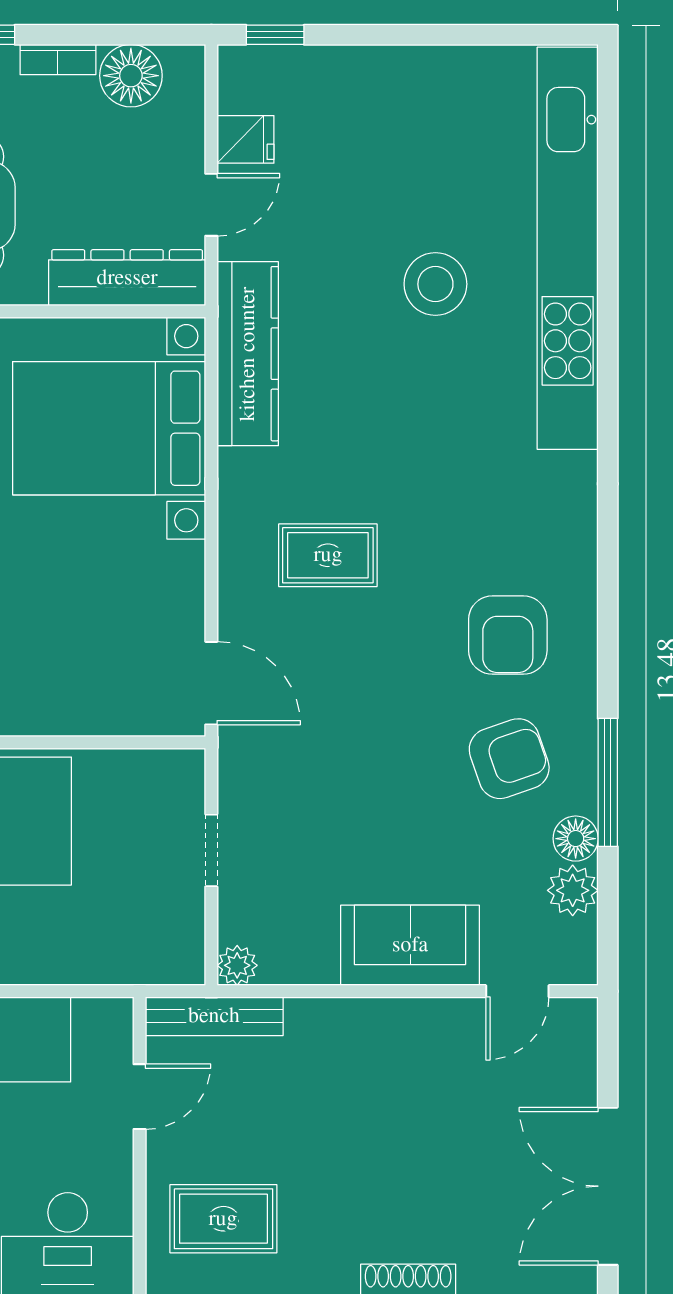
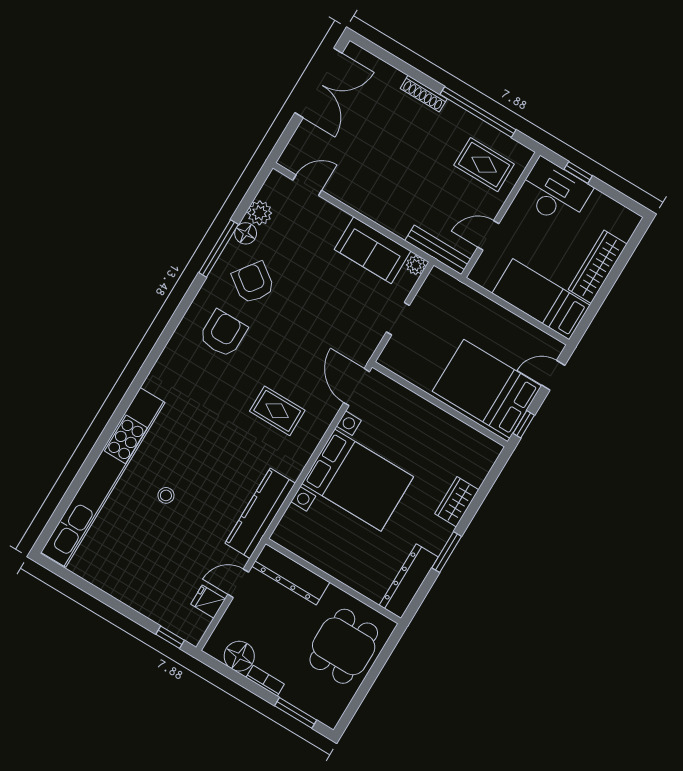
stool: (435, 284) -> (166, 495), width x0.53, depth x0.53
bed with nightstands: (109, 428) -> (358, 480), moved
armchair: (509, 759) -> (253, 283), turned 55
sofa: (410, 945) -> (373, 250), moved

